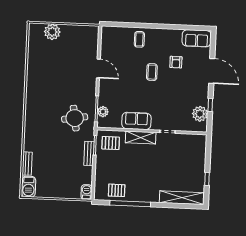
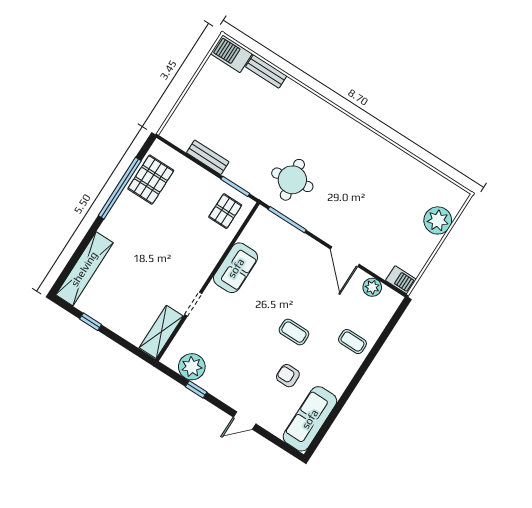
sofa: (197, 38) -> (310, 419), width x1.36
door: (98, 68) -> (345, 257), hinge flipped
door: (212, 71) -> (245, 421), width x0.53
plant: (103, 112) -> (372, 287), moved
shelving: (141, 138) -> (161, 332), moved
bench: (89, 153) -> (208, 157), moved
pallet: (117, 190) -> (151, 180), width x1.50, depth x1.42
barbecue: (87, 192) -> (401, 280), moved

